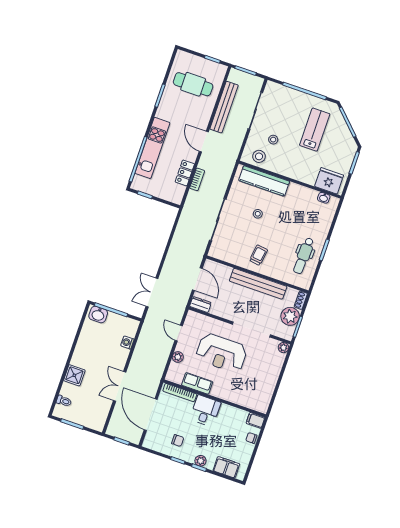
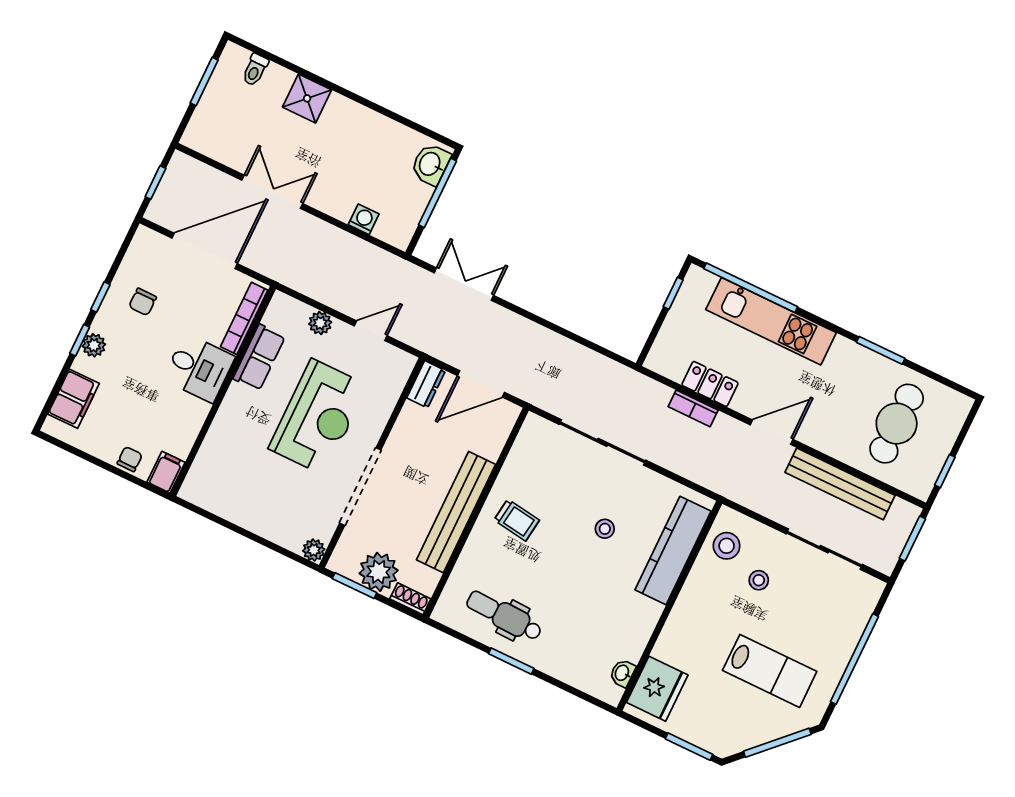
reception desk: (221, 353) -> (318, 417), turned 180

